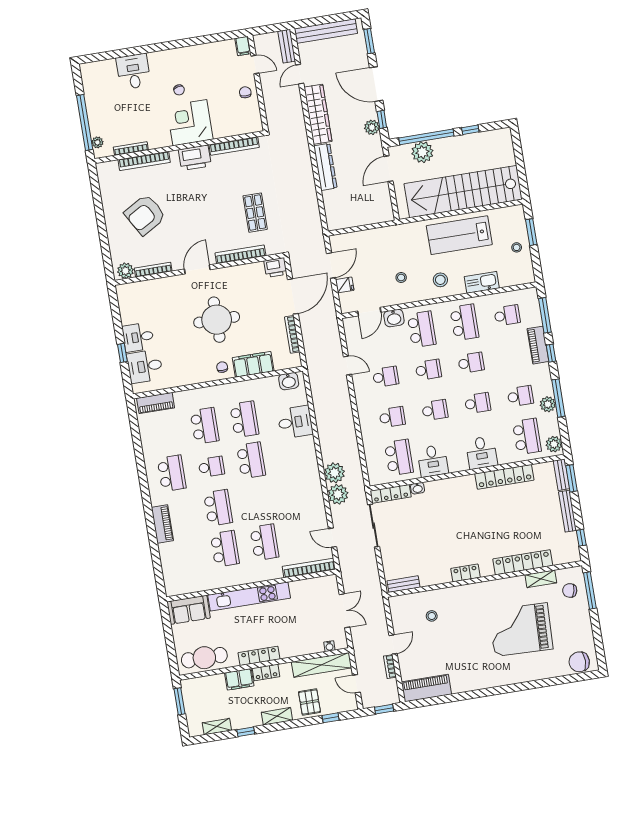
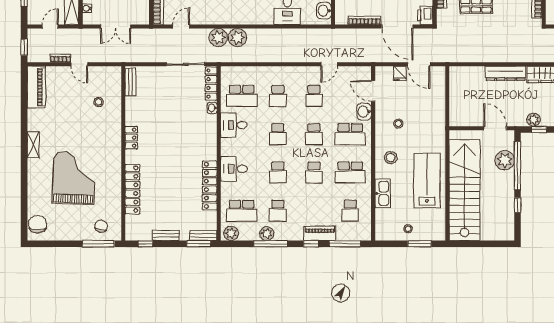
bench: (567, 511) -> (166, 235), width x0.73
shelving: (541, 579) -> (33, 145), moved

